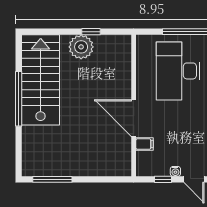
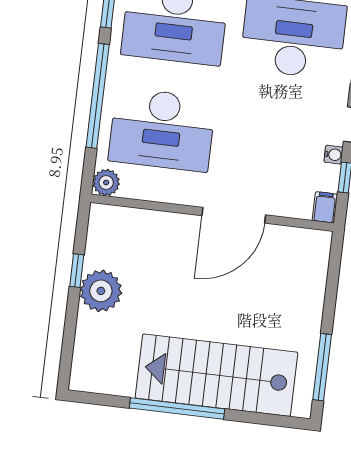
plant: (144, 42) -> (106, 183), added
stairs: (41, 80) -> (217, 375), moved
filing cabinet: (145, 144) -> (325, 207), moved

